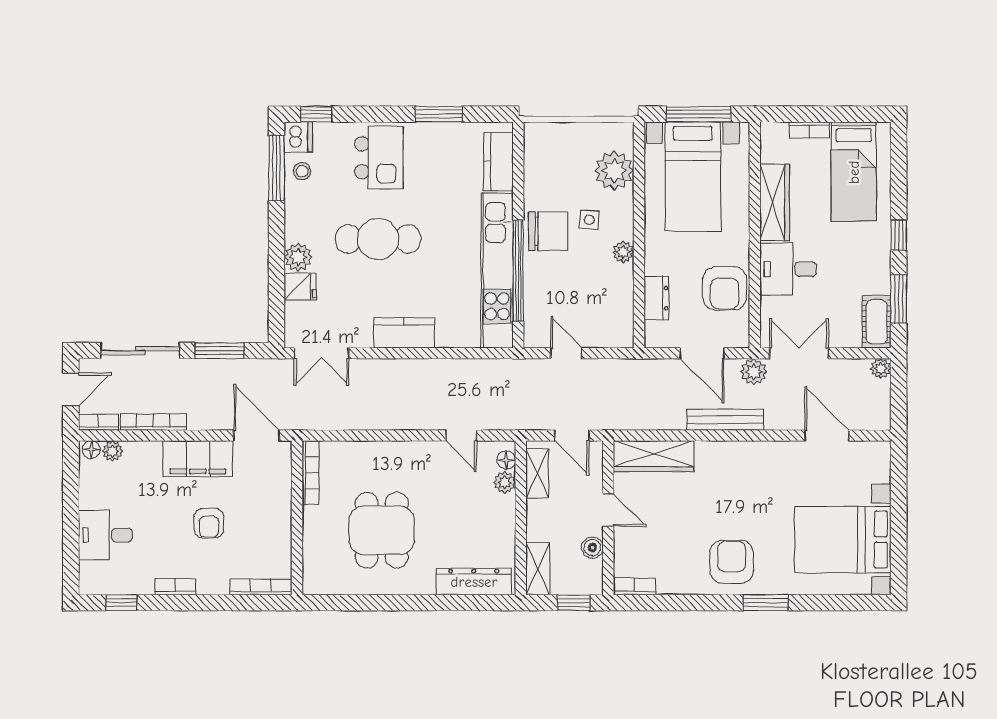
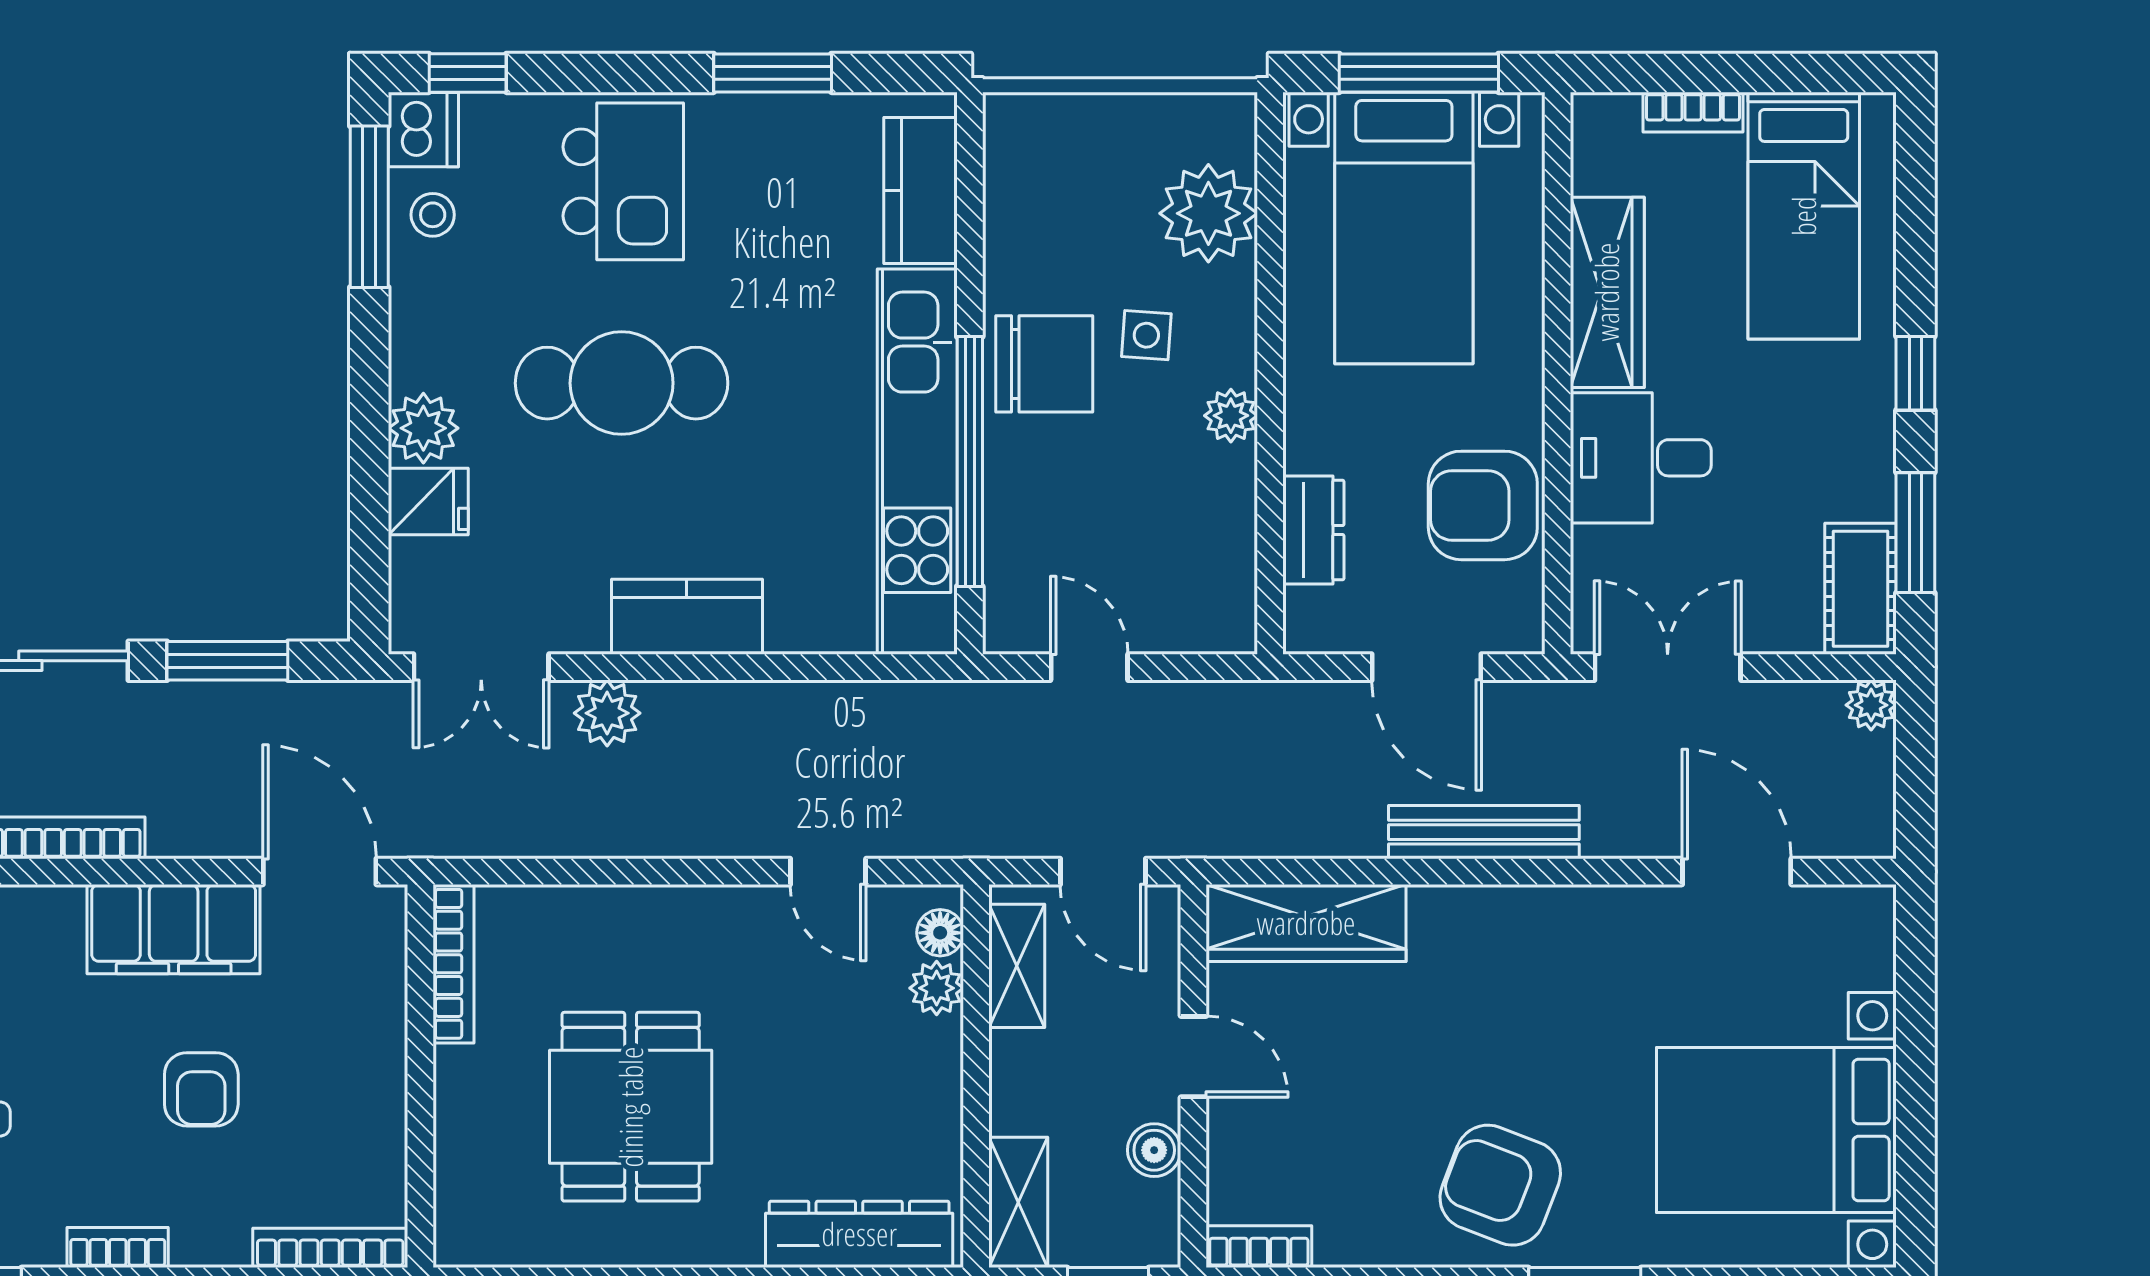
armchair: (725, 288) -> (1483, 505), turned 90
plant: (754, 372) -> (607, 713), moved
armchair: (732, 562) -> (1500, 1185), turned -69

